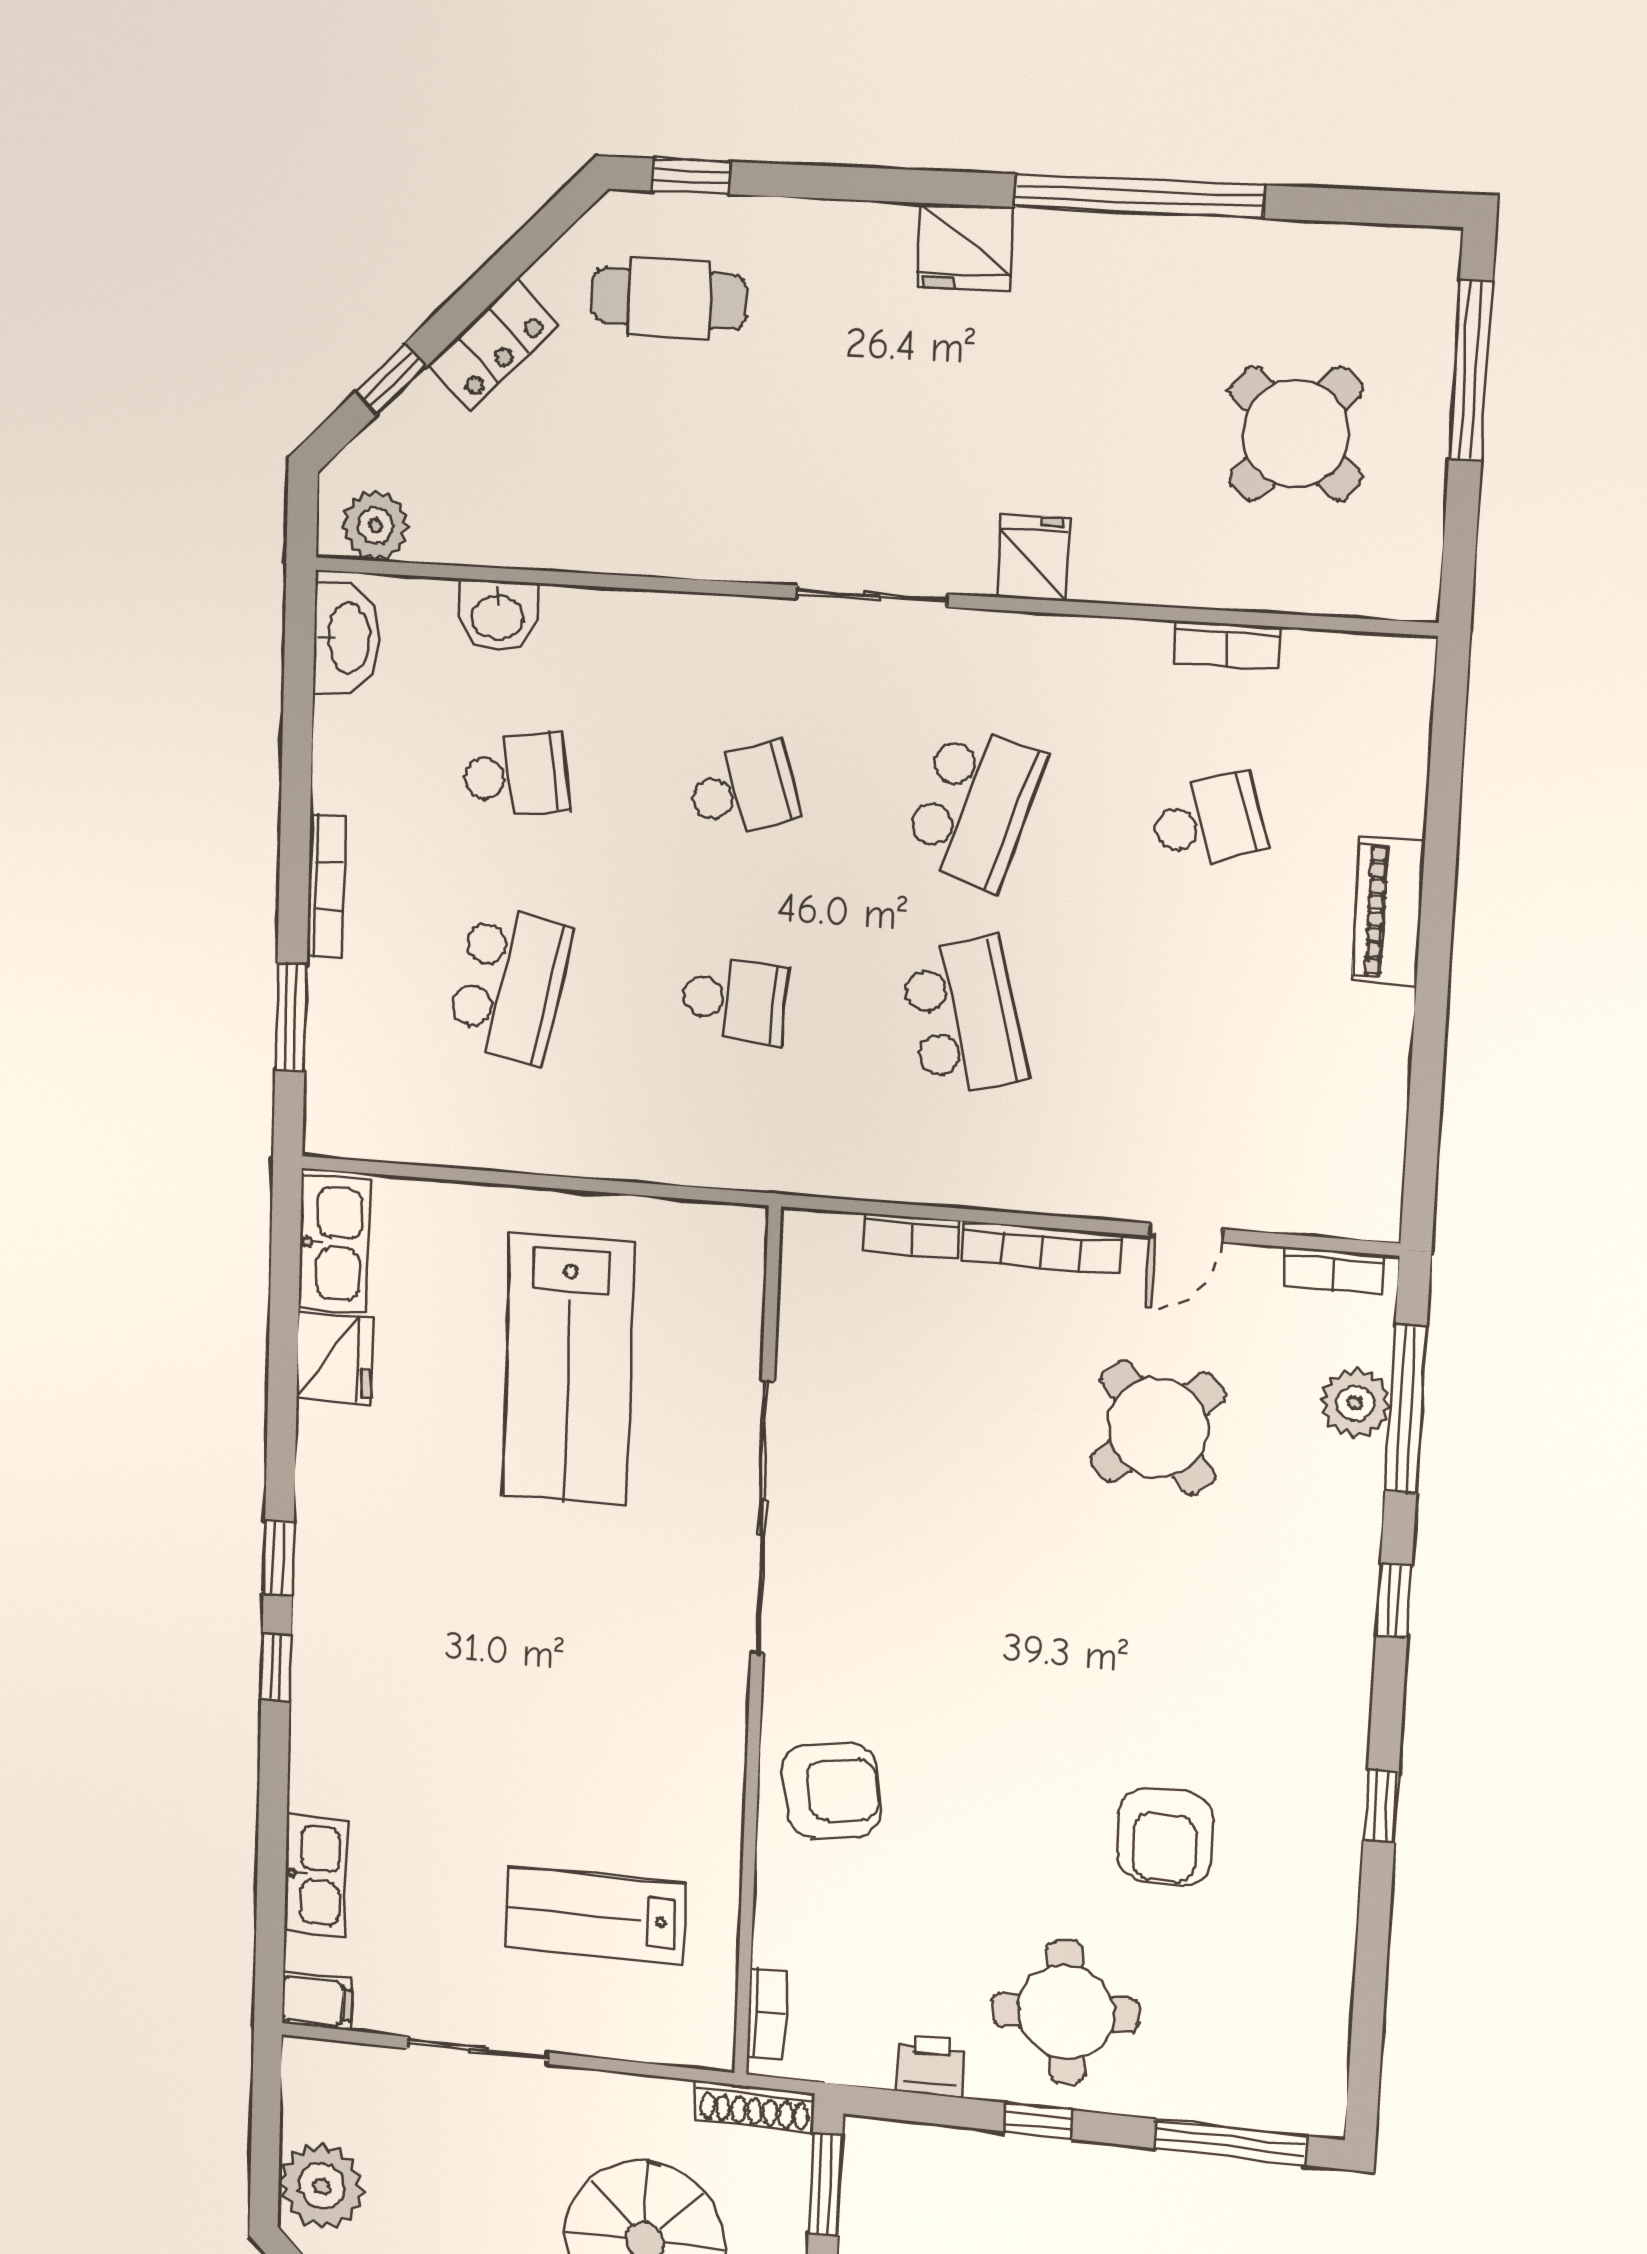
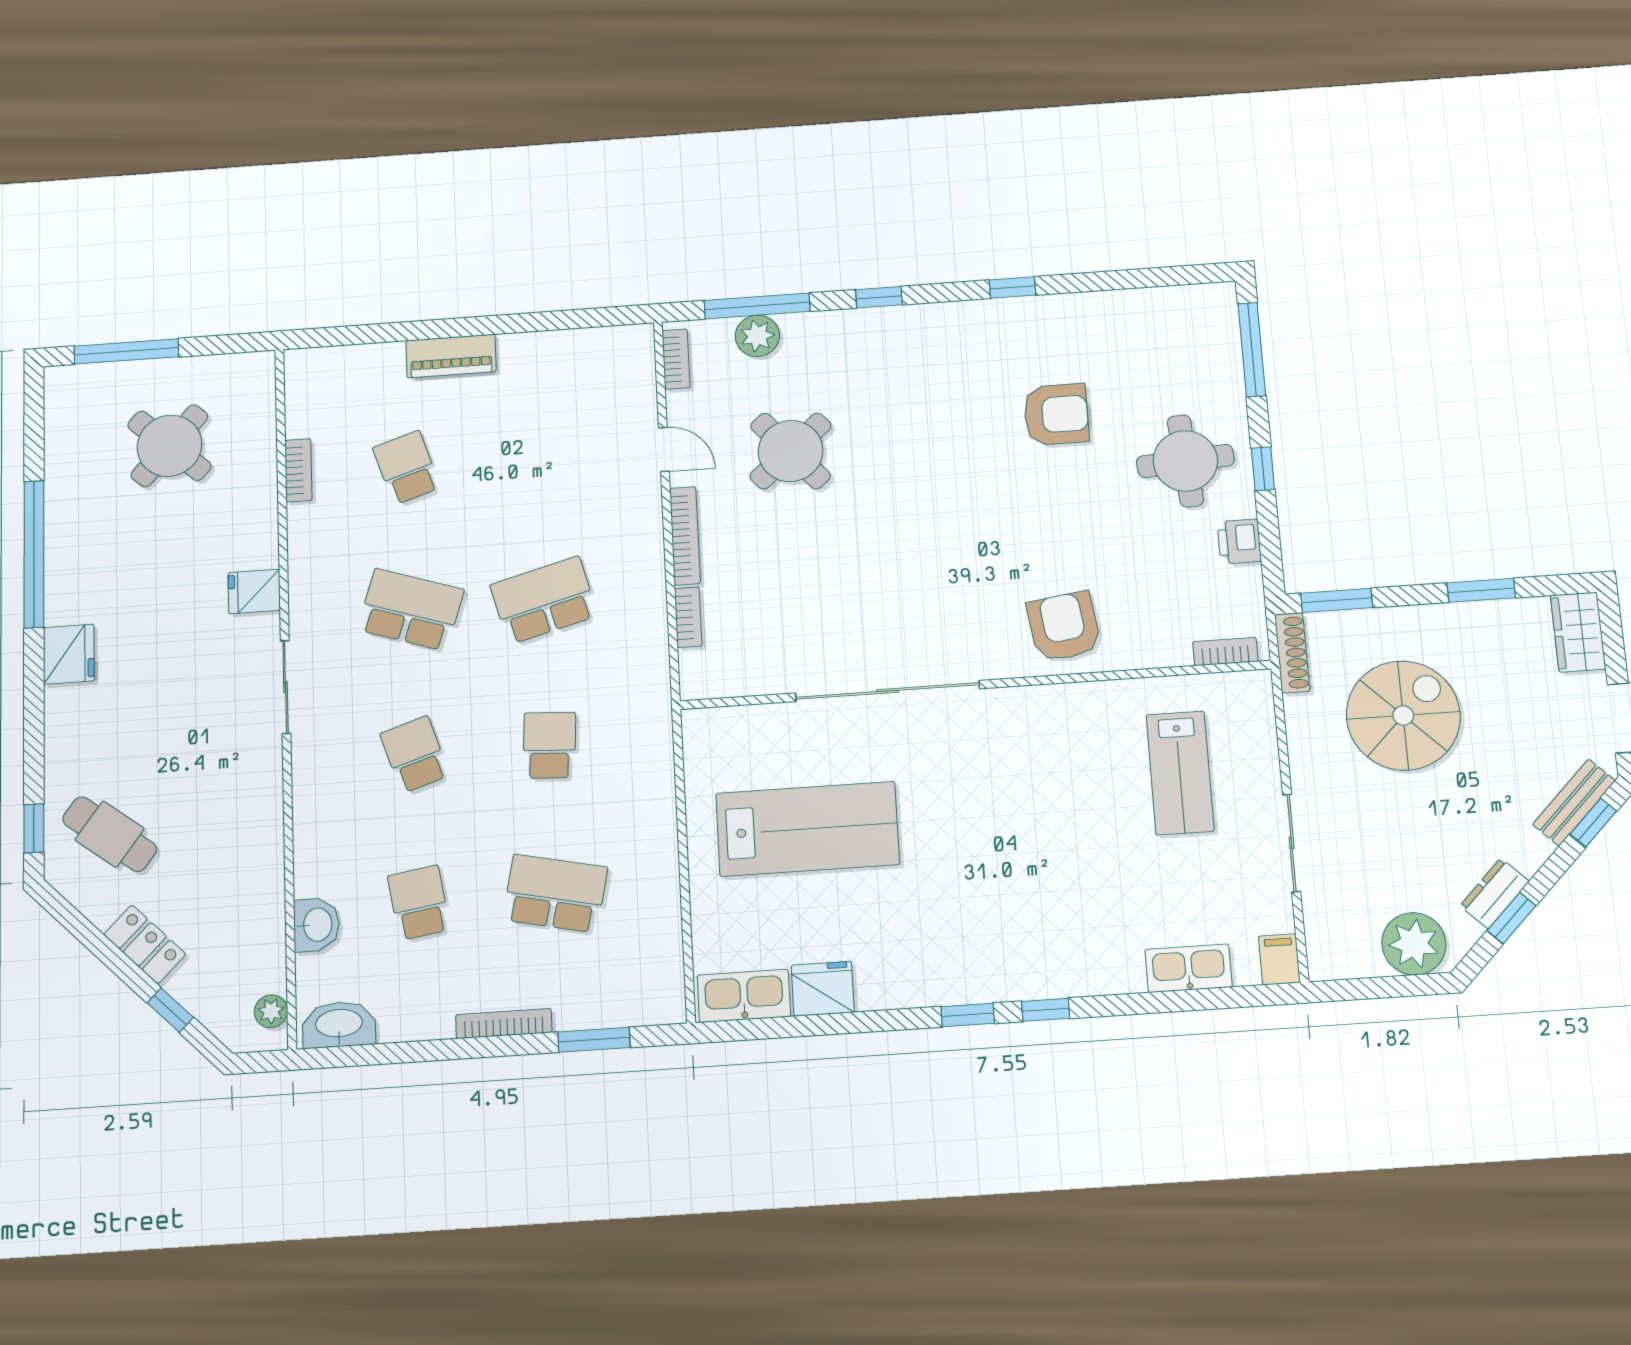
cafe table: (669, 299) -> (110, 834), turned -53
plant: (376, 526) -> (271, 1011), width x0.73, depth x0.73

